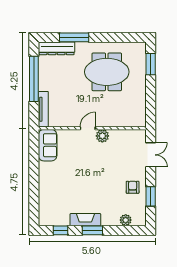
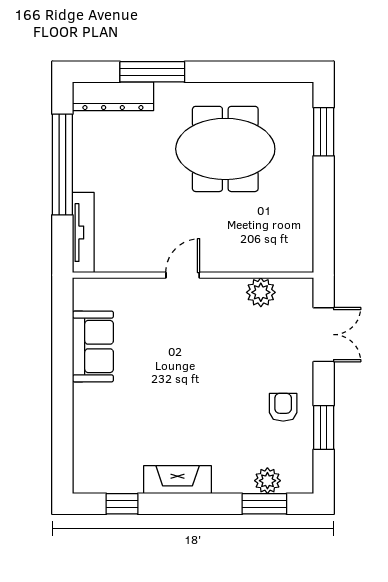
plant: (102, 136) -> (261, 292), moved
sofa: (48, 145) -> (93, 347), moved
window: (92, 230) -> (264, 504), moved

